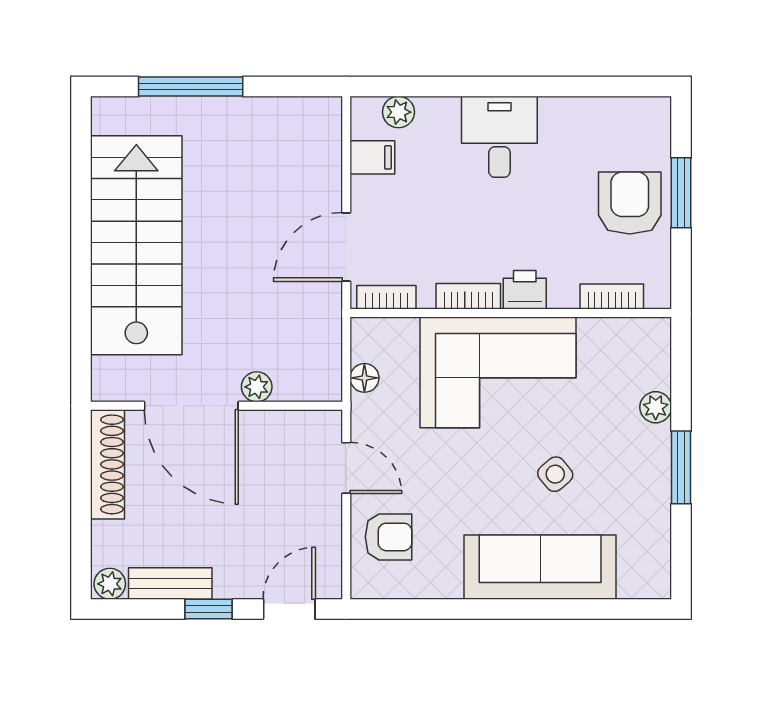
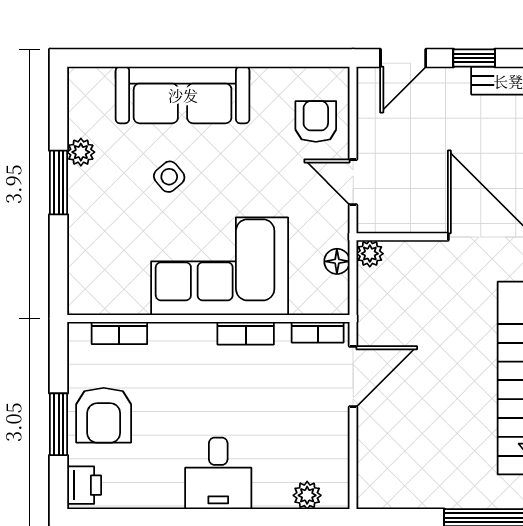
filing cabinet: (372, 157) -> (330, 455), removed
printer: (525, 290) -> (84, 485), moved, turned -90
plant: (257, 387) -> (370, 254), moved
plant: (656, 407) -> (81, 152), moved
armchair: (388, 537) -> (316, 121), turned 90

